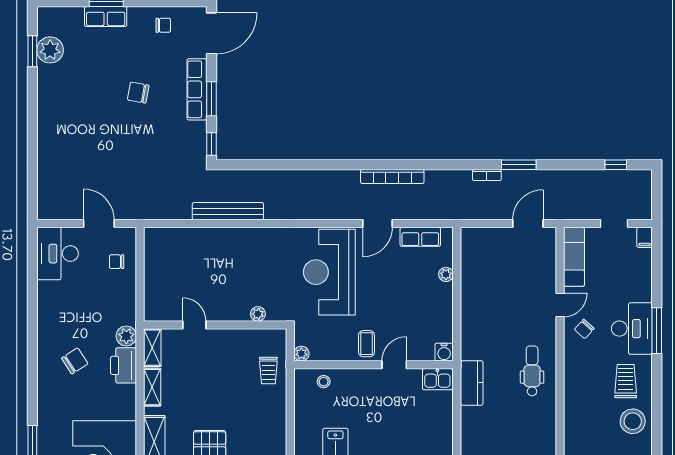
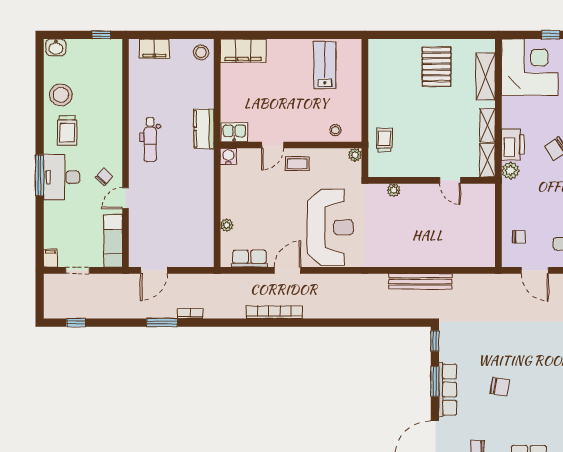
coffee table: (366, 344) -> (297, 164), turned 90

